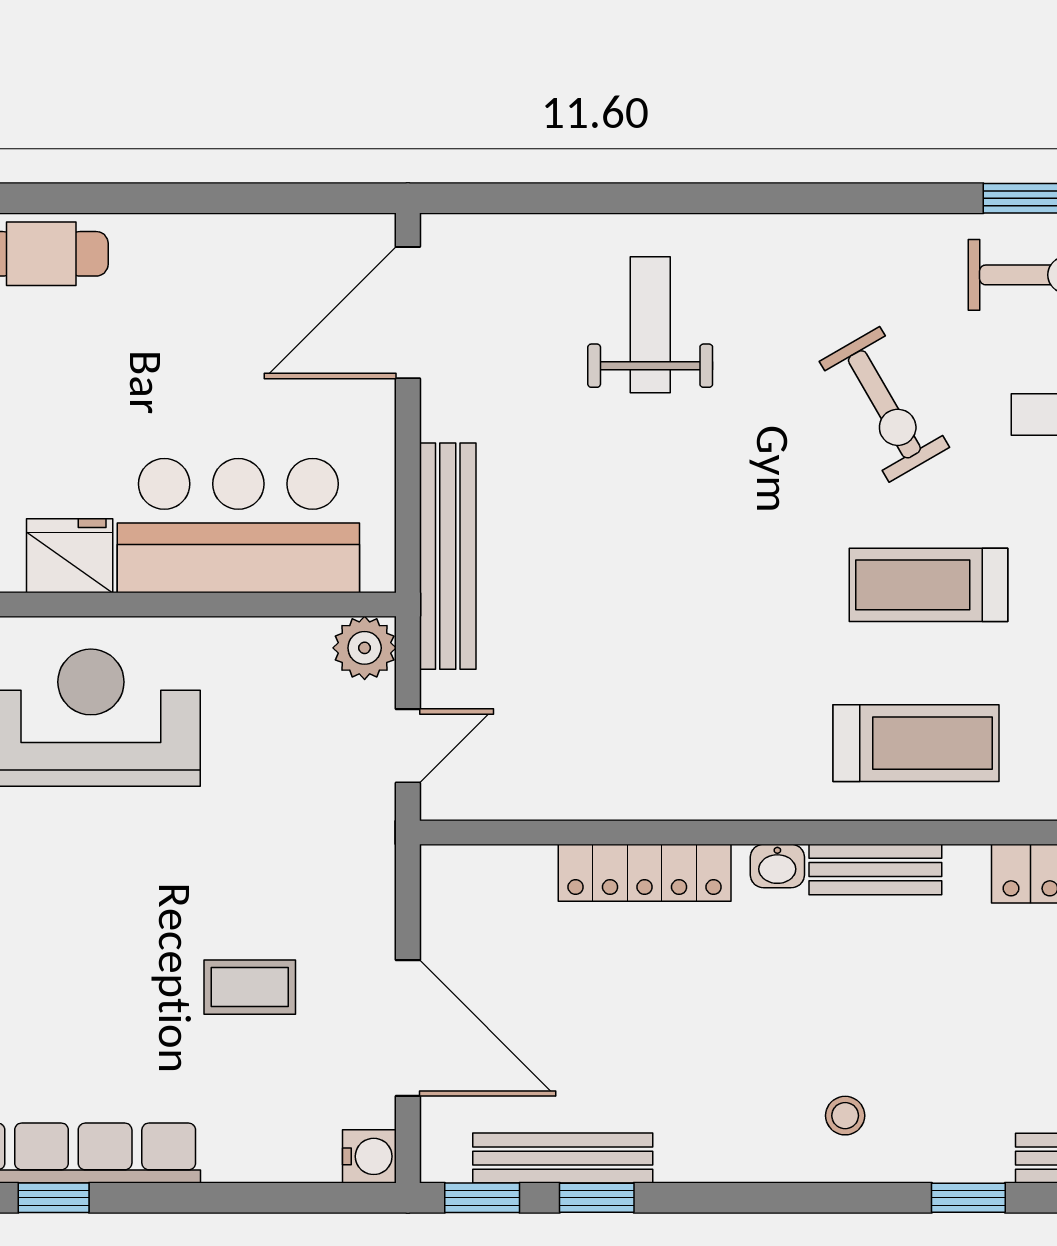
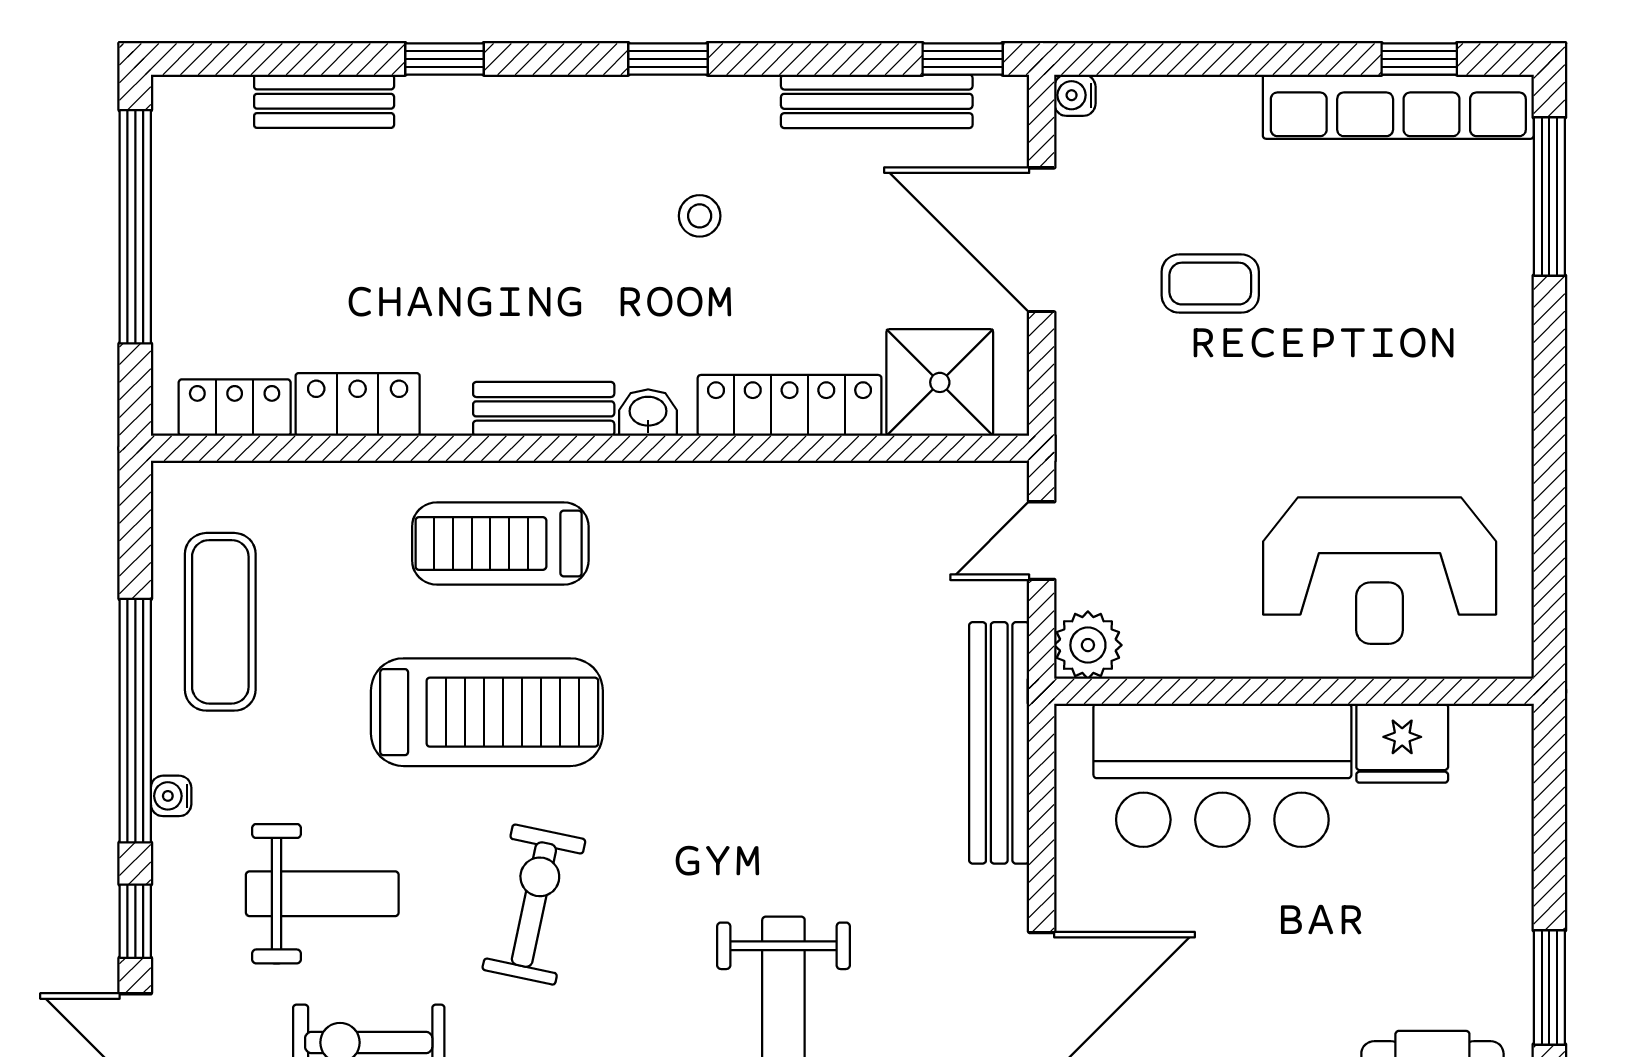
exercise bike: (884, 404) -> (534, 905), turned 42
treadmill: (929, 585) -> (487, 712), width x1.37, depth x1.38
shower: (504, 894) -> (940, 382), added
stool: (845, 1116) -> (700, 216), moved
water cooler: (369, 1156) -> (1075, 95), width x0.72, depth x0.72
window: (597, 1198) -> (668, 59), moved

